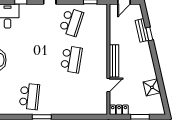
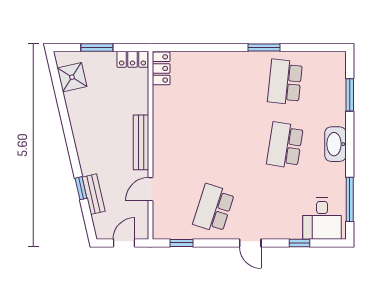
school desk: (71, 59) -> (285, 145), moved
door: (108, 85) -> (151, 189), moved
shower: (152, 87) -> (72, 77), moved
locker: (102, 104) -> (161, 68), added

